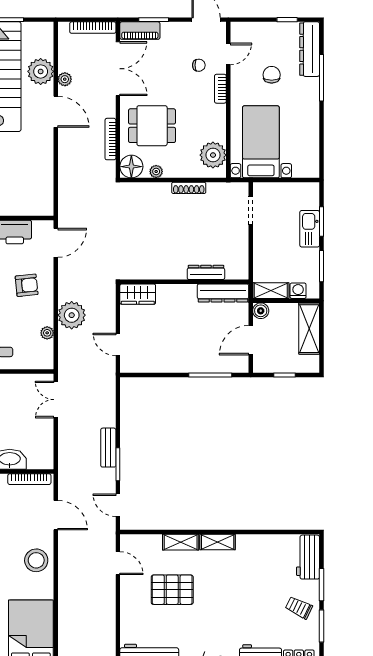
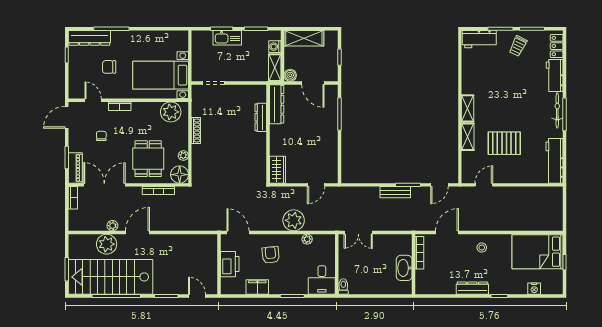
bookcase: (93, 28) -> (73, 198), width x0.64
chair: (199, 65) -> (101, 136), moved
stool: (36, 560) -> (482, 248), width x0.53, depth x0.53
pallet: (172, 590) -> (504, 143), turned 90

